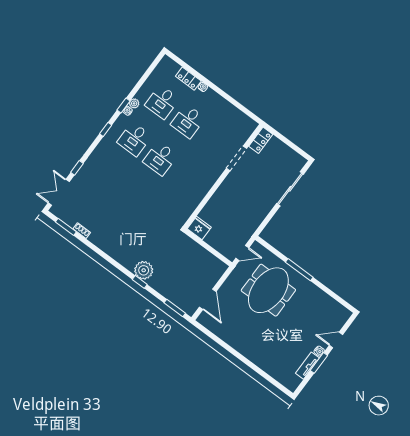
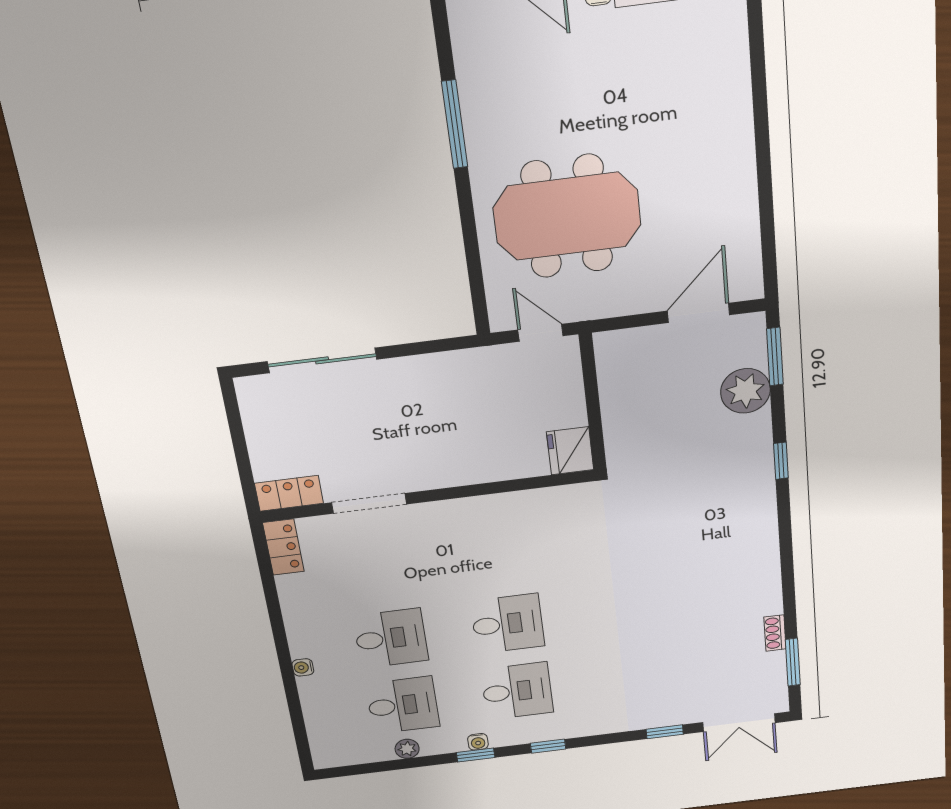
locker: (188, 79) -> (283, 547), moved
plant: (134, 103) -> (407, 749), moved
plant: (144, 270) -> (745, 391), moved
window: (299, 270) -> (455, 124), moved

